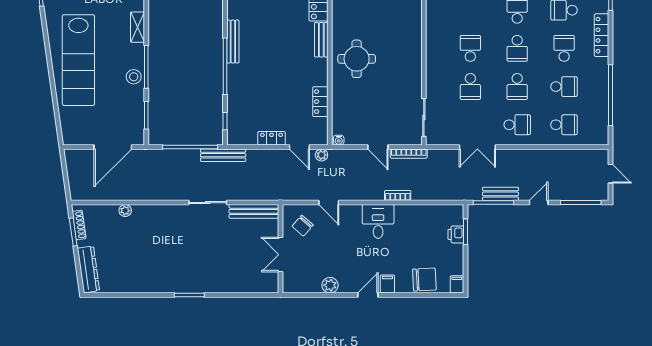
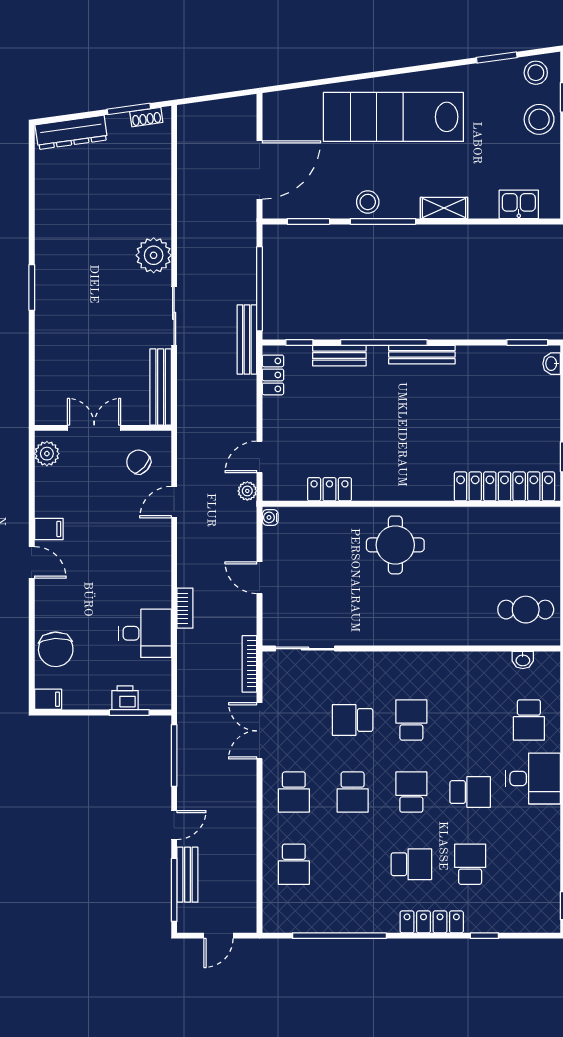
bench: (321, 40) -> (339, 356), moved
school desk: (470, 48) -> (411, 720), turned -90
school desk: (517, 48) -> (411, 792), turned 90
school desk: (517, 87) -> (353, 792), turned -90
school desk: (564, 87) -> (353, 864), removed
locker: (271, 138) -> (273, 375), moved
door: (113, 147) -> (260, 170), swing flipped
door: (378, 147) -> (260, 578), hinge flipped
bookcase: (409, 154) -> (249, 664), moved
bench: (501, 194) -> (187, 875), moved
door: (539, 203) -> (174, 825), hinge flipped
plant: (125, 211) -> (154, 255), moved, width x1.87, depth x1.87
desk: (378, 221) -> (145, 633), moved
shoe rack: (79, 225) -> (146, 117), width x0.70
filing cabinet: (387, 284) -> (49, 529), moved
plant: (330, 285) -> (47, 454), moved

